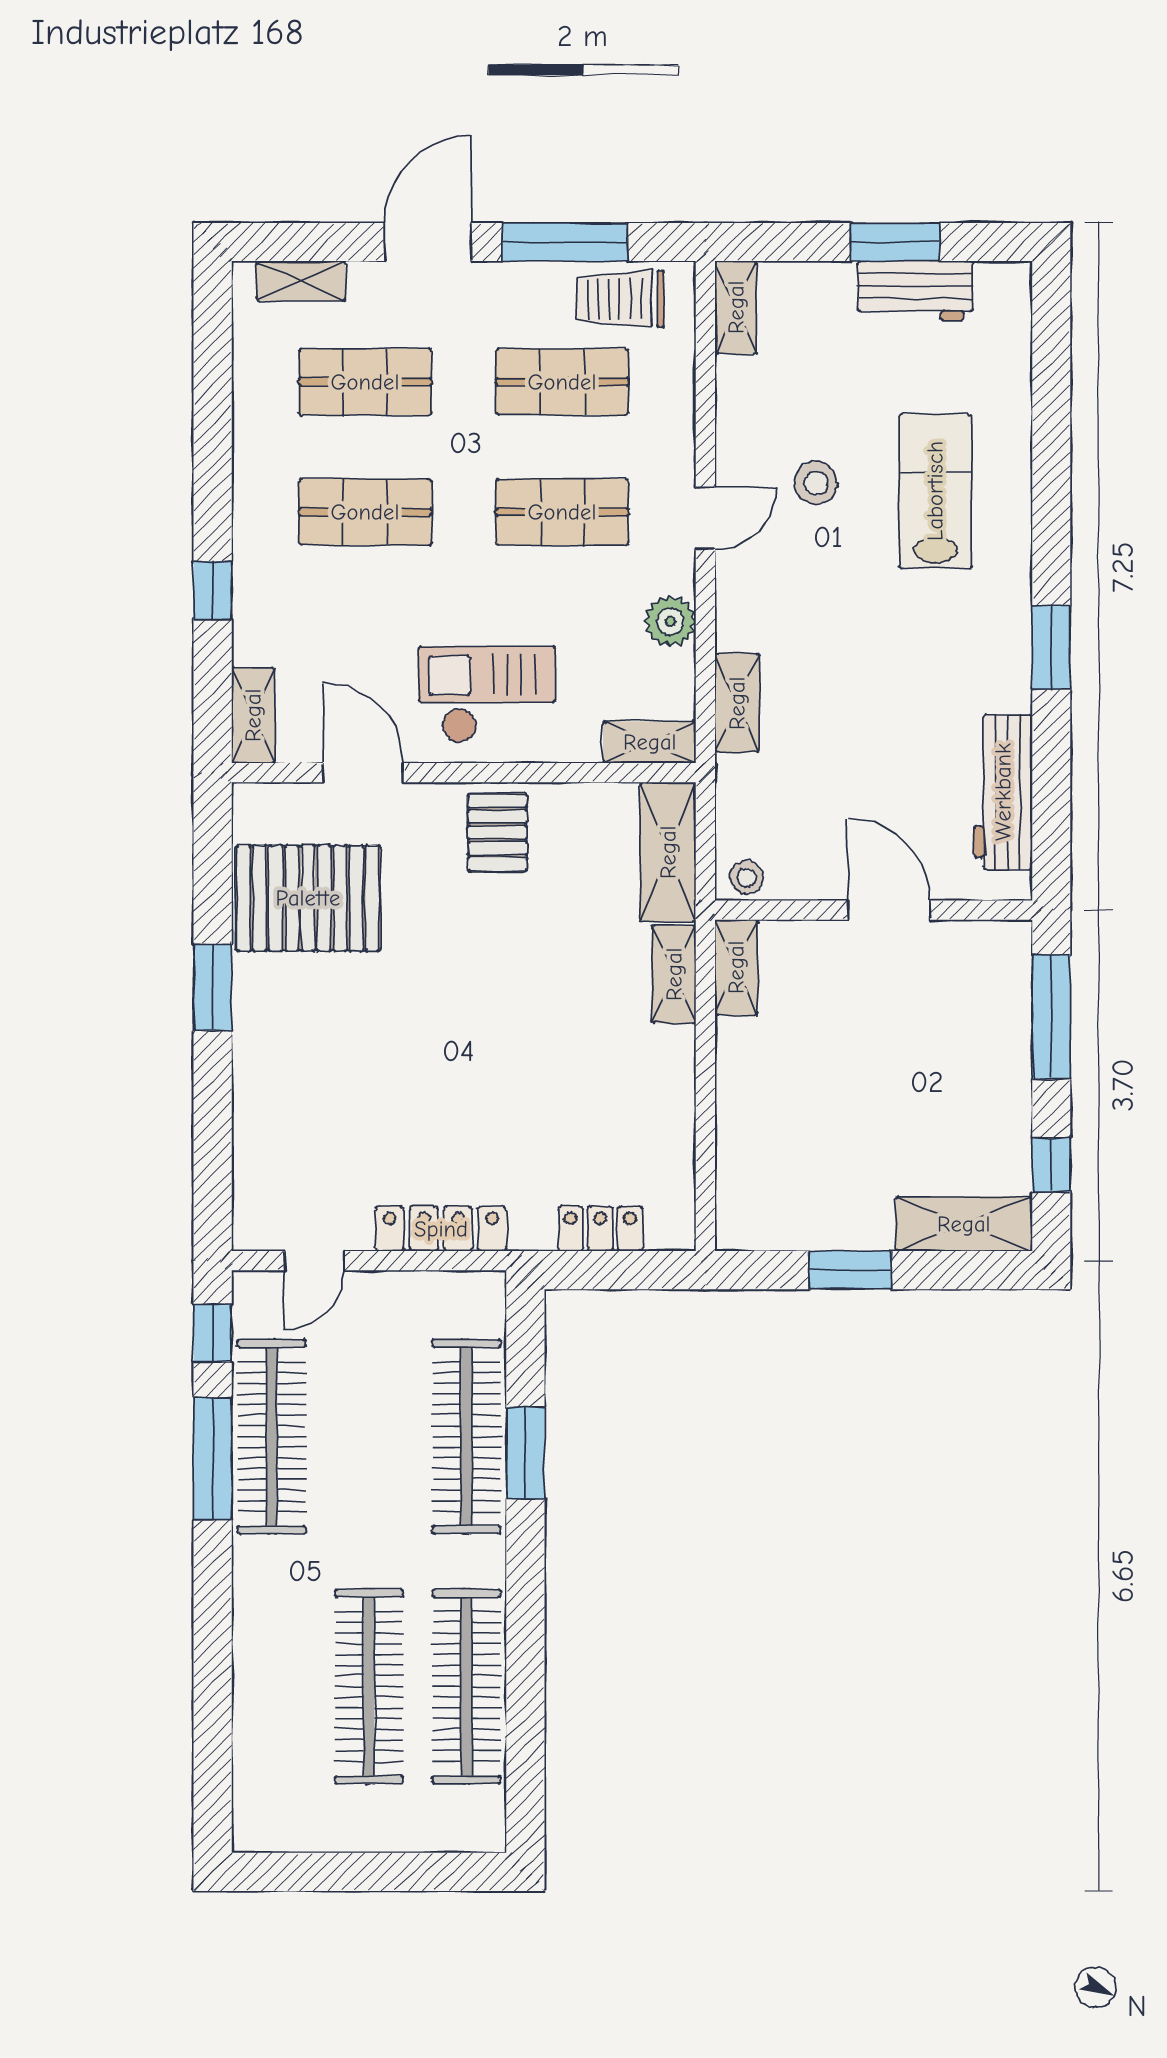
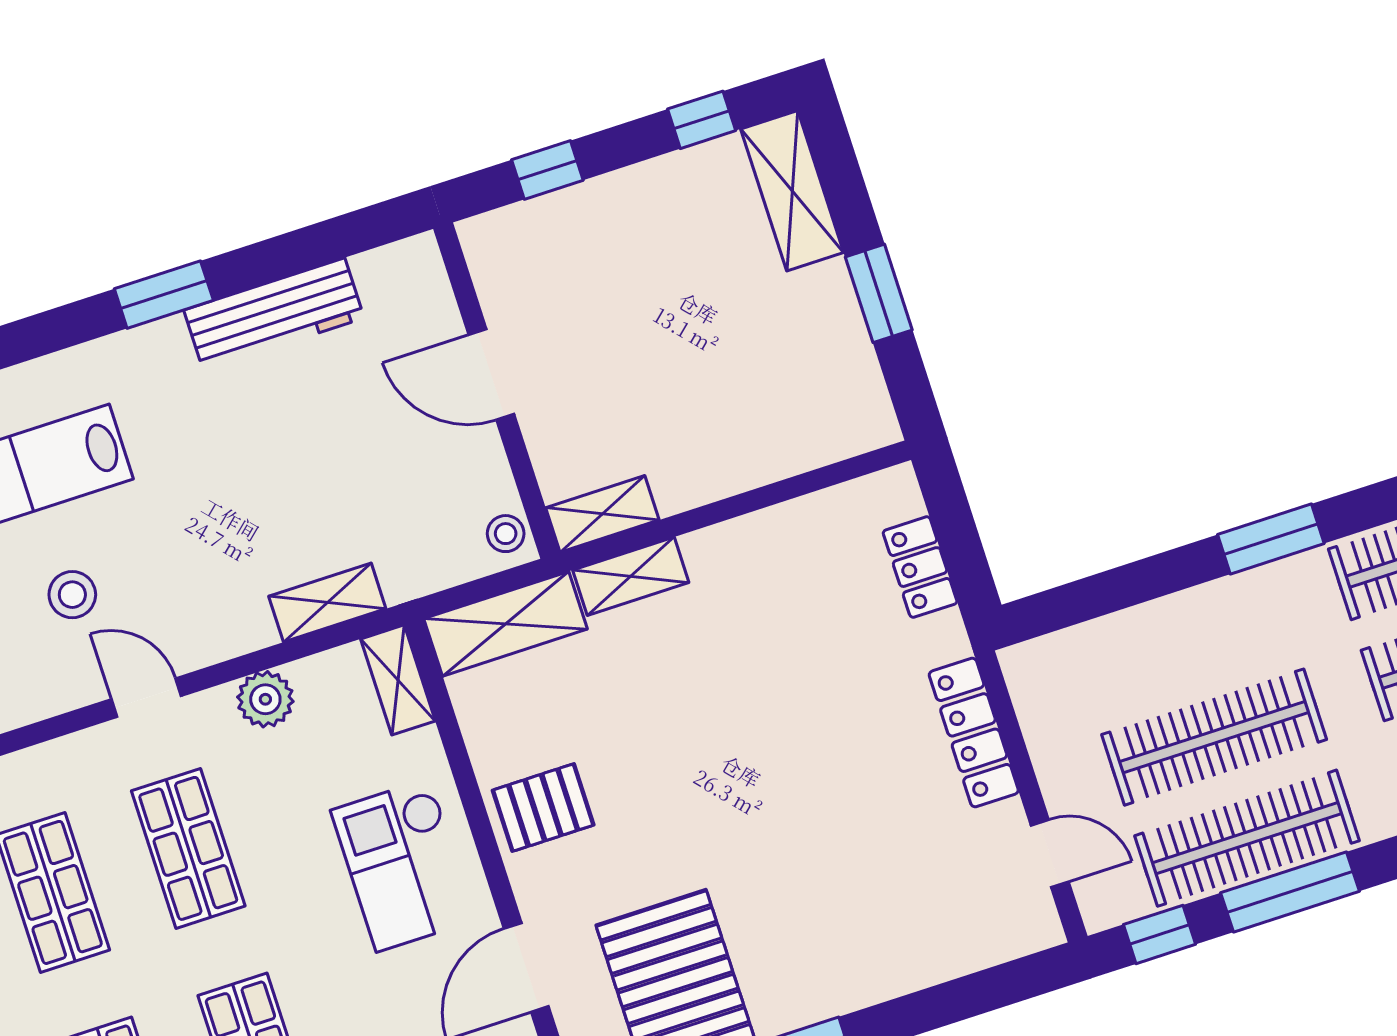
workbench: (1003, 792) -> (274, 314), moved
door: (889, 910) -> (491, 375), hinge flipped
window: (1051, 1017) -> (547, 170), width x0.46
clothes rail: (466, 1437) -> (1214, 737), moved
window: (525, 1453) -> (1271, 539), moved

